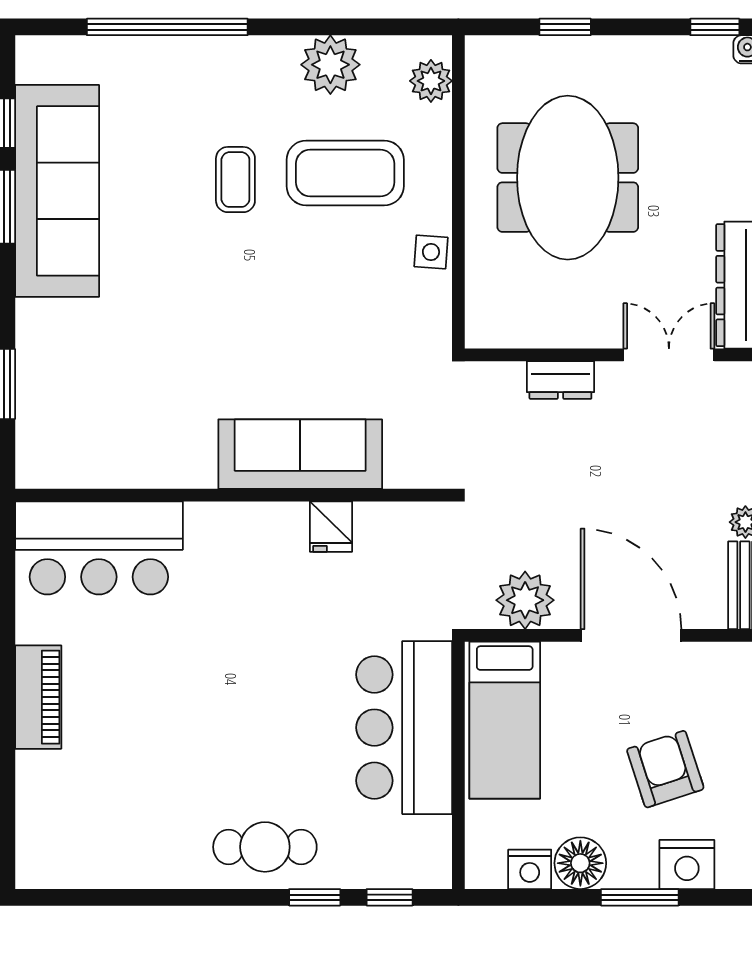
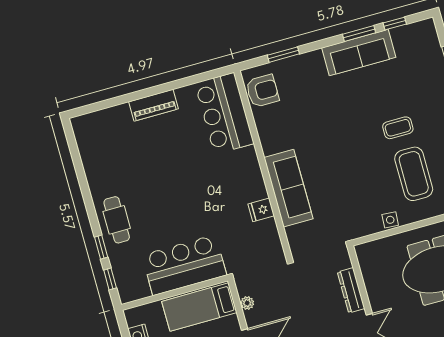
sofa: (57, 191) -> (359, 53), width x0.74, depth x0.79
dresser: (560, 380) -> (351, 290), width x1.44
armchair: (73, 452) -> (262, 91), added
plant: (525, 600) -> (247, 303), width x0.53, depth x0.53

